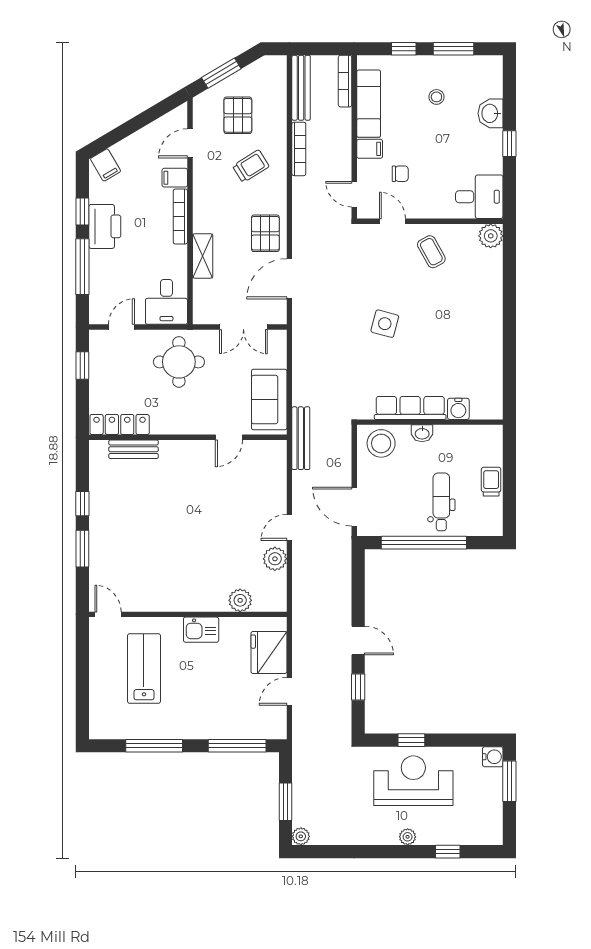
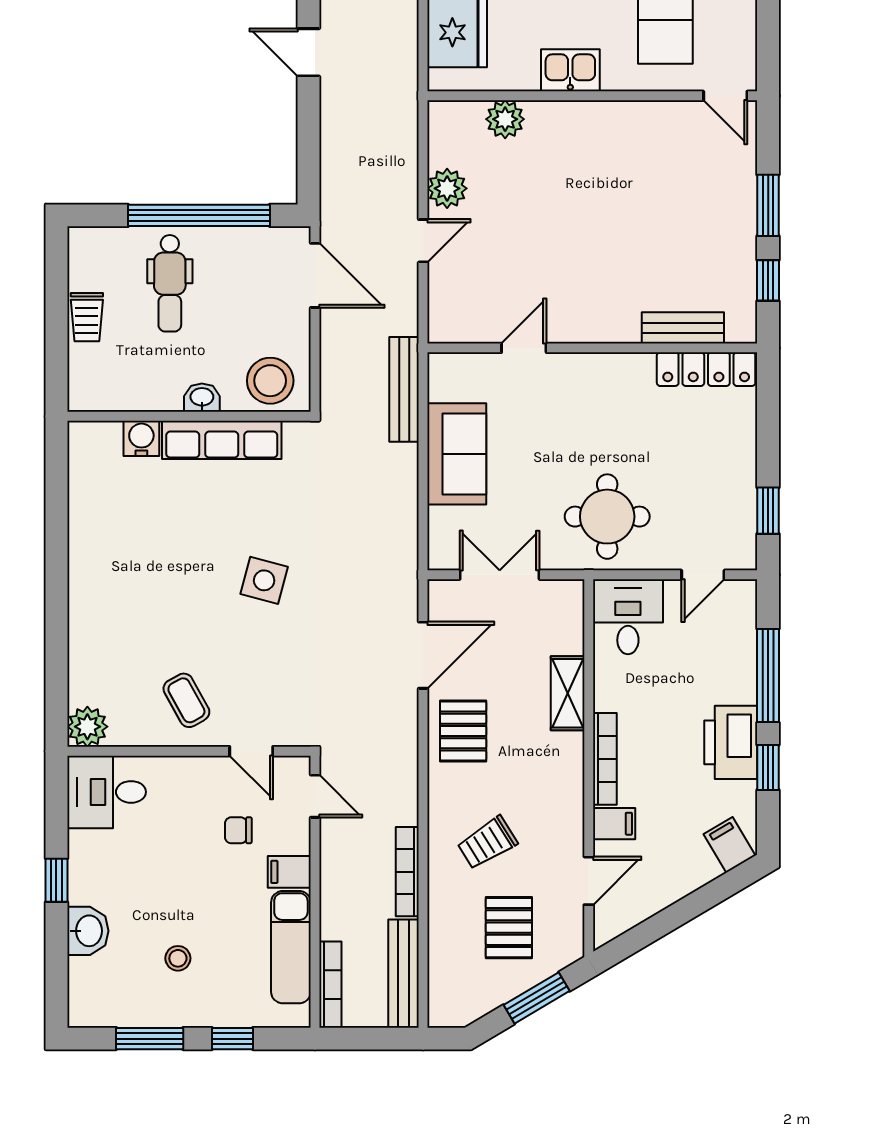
locker: (120, 424) -> (706, 369), moved
wall: (188, 437) -> (592, 348), moved
door: (229, 437) -> (524, 348), moved
bench: (134, 449) -> (683, 328), moved

